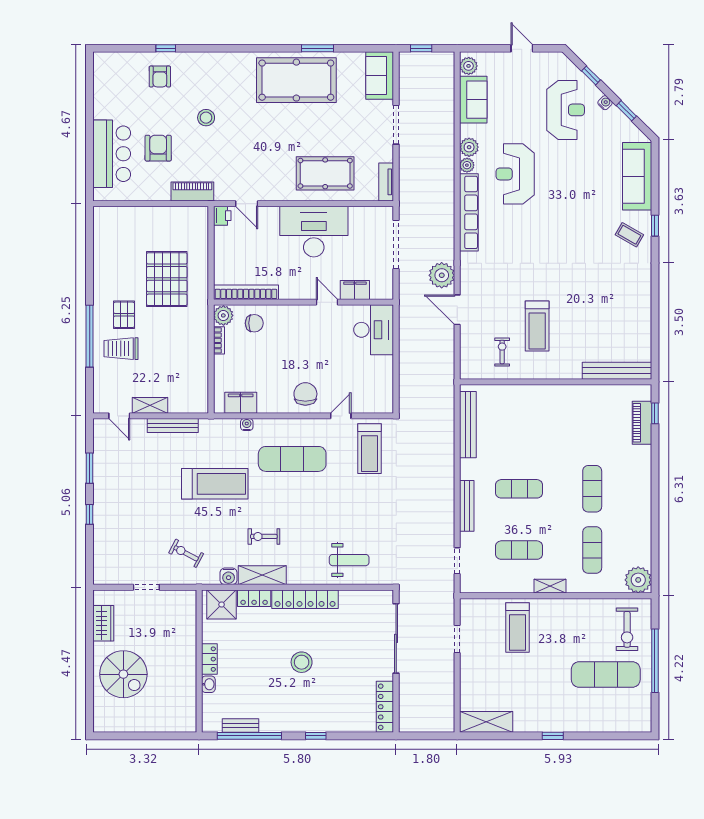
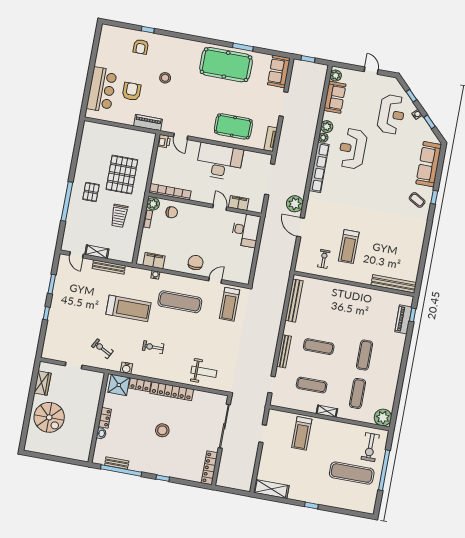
trolley: (121, 349) -> (119, 216), moved, turned -90
shelving: (262, 575) -> (148, 371), removed

